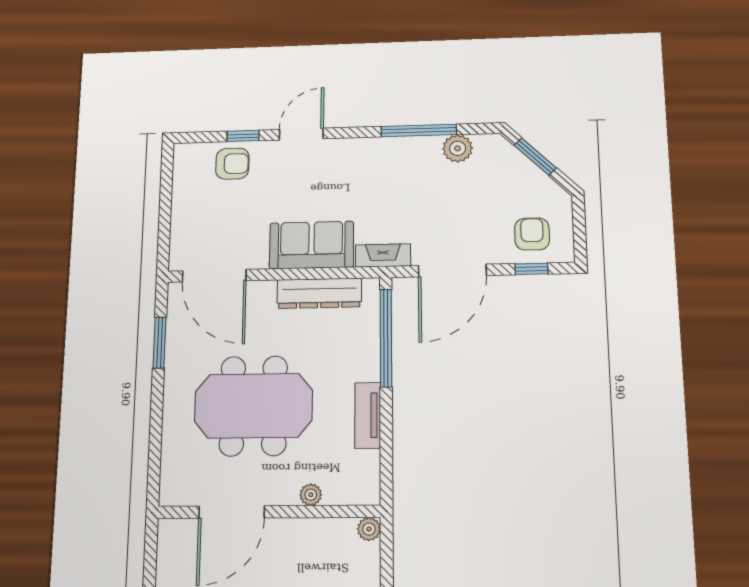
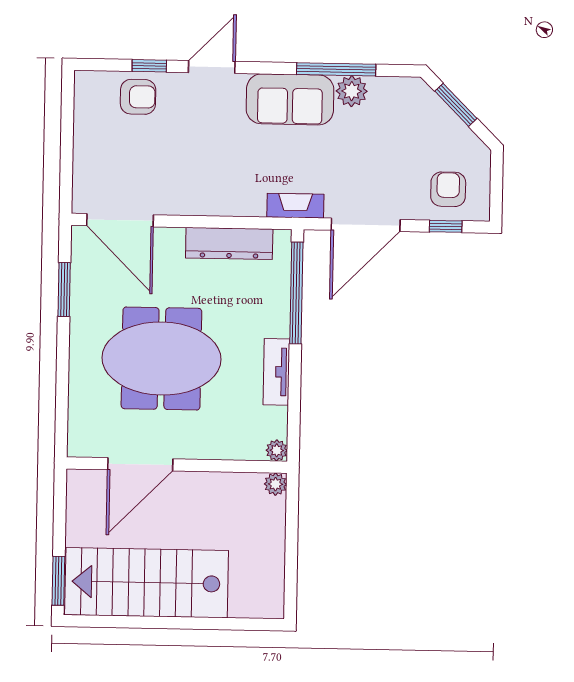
plant: (458, 148) -> (352, 91), moved
sofa: (311, 245) -> (290, 99), moved, turned 180
plant: (311, 495) -> (277, 450), moved

